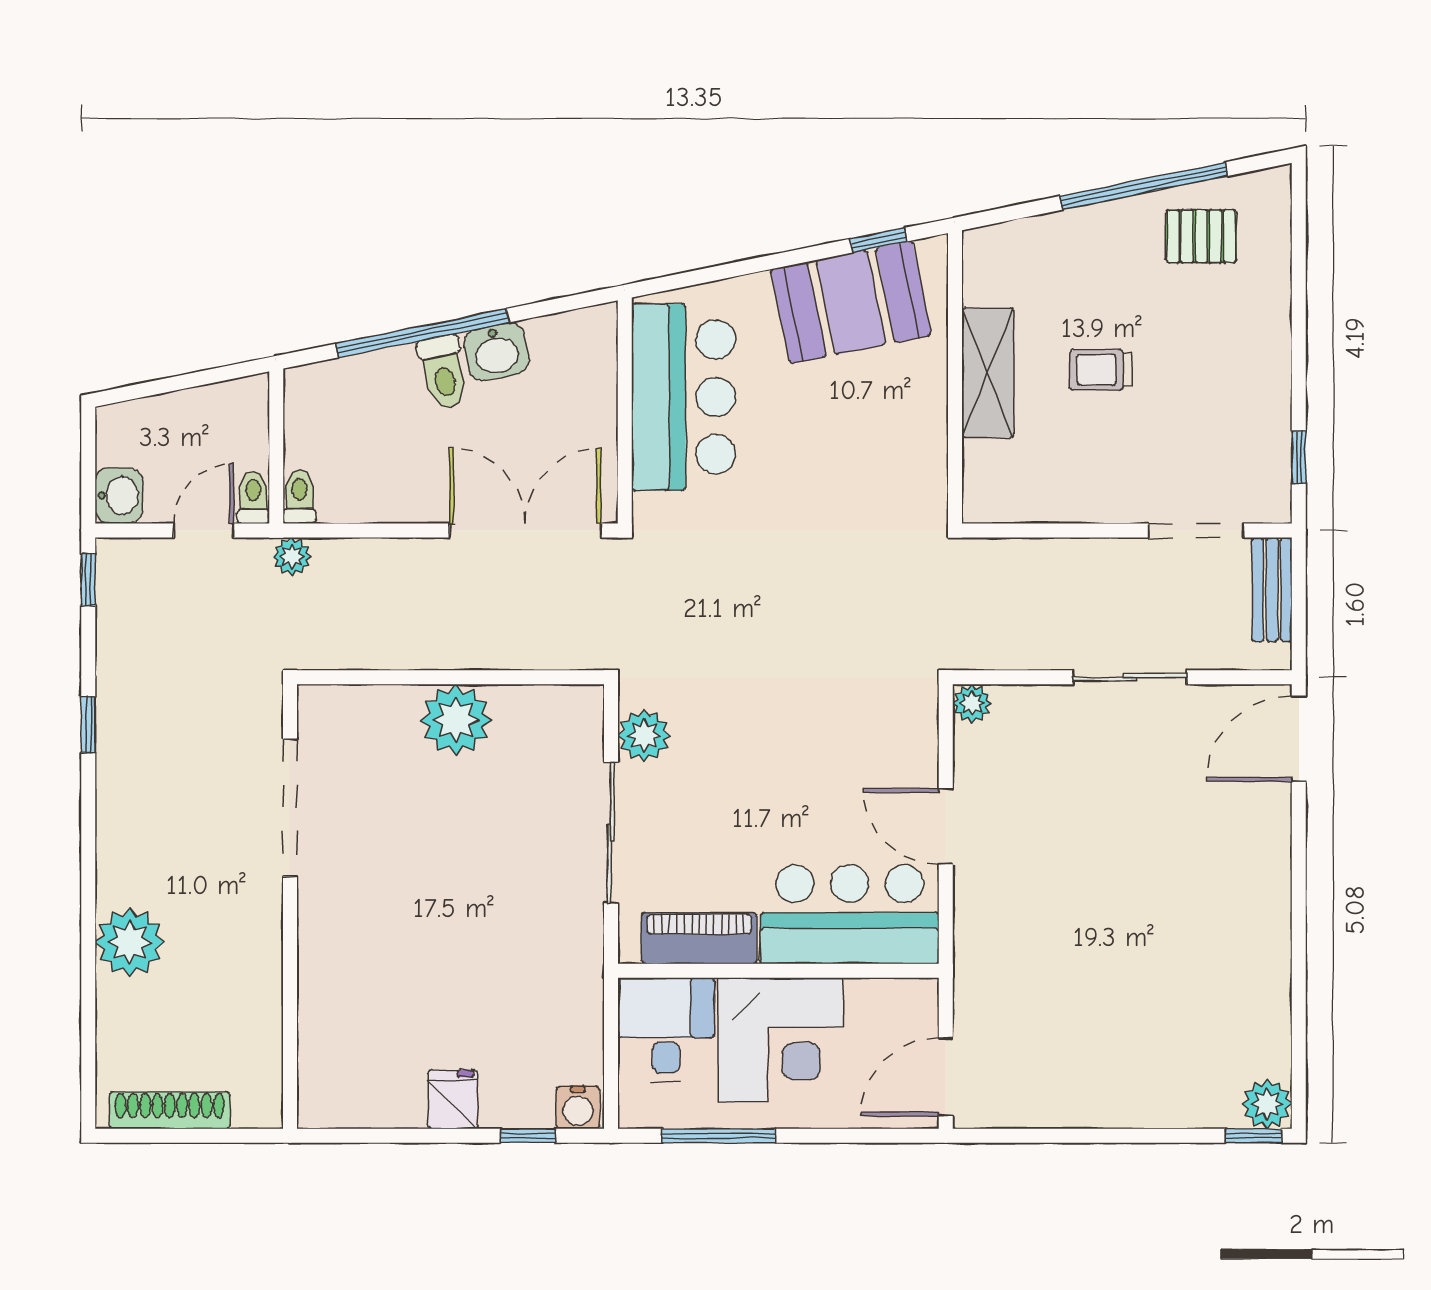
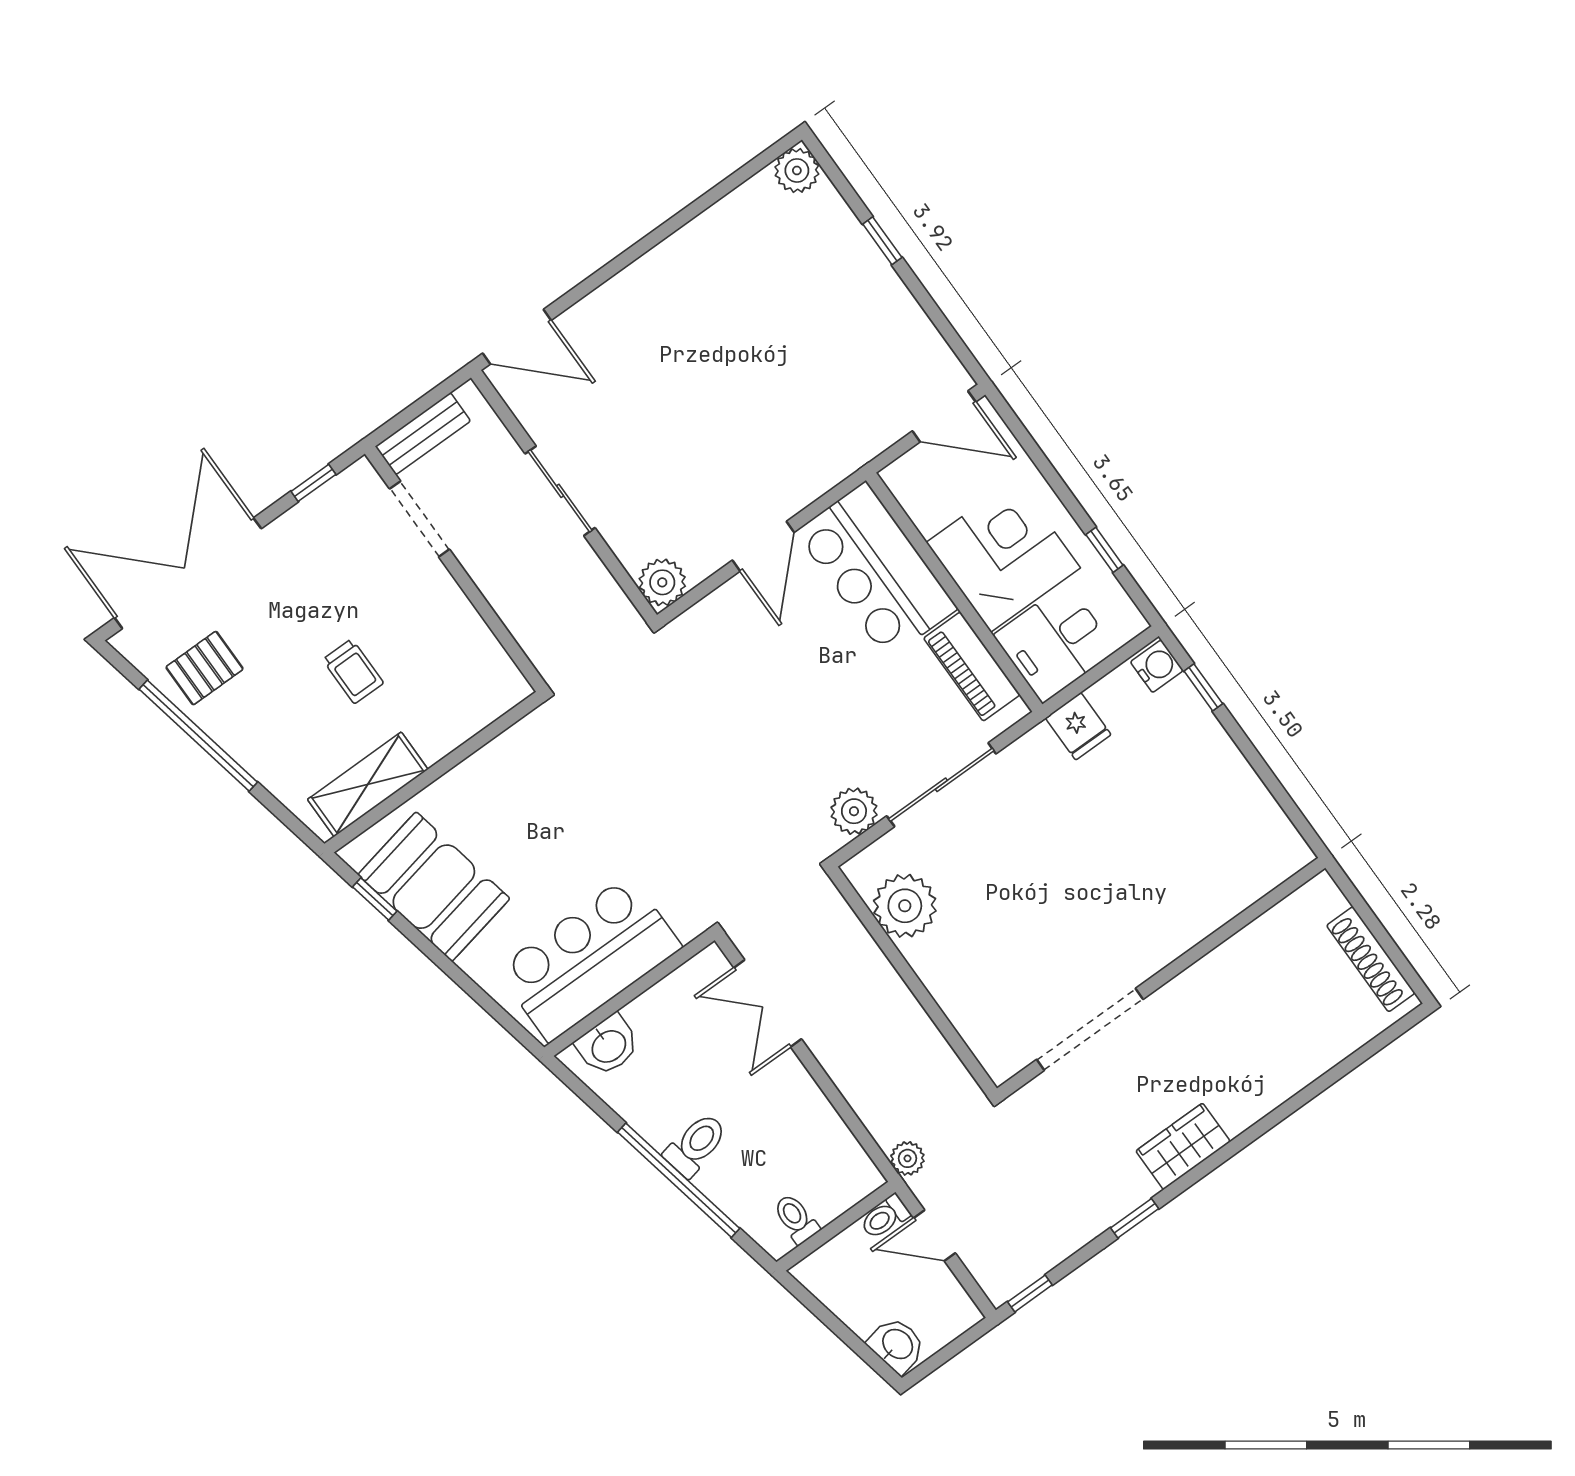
pallet: (1201, 236) -> (205, 668), turned 90
double door: (1299, 283) -> (188, 573), added
washbasin: (496, 352) -> (608, 1045), moved, turned 102
shelving: (988, 373) -> (368, 784), moved
washbasin: (119, 496) -> (897, 1345), moved, turned 78
toilet: (300, 497) -> (796, 1219), moved, turned 90
double door: (525, 530) -> (768, 1003), width x0.73
plant: (972, 703) -> (662, 582), width x1.38, depth x1.38
plant: (456, 720) -> (905, 906), moved
wardrobe: (122, 816) -> (1183, 1146), added
plant: (130, 942) -> (1270, 1075), removed
fridge: (453, 1099) -> (1078, 726), moved, turned -90
window: (719, 1136) -> (1104, 550), width x0.46
window: (1254, 1136) -> (882, 241), moved

